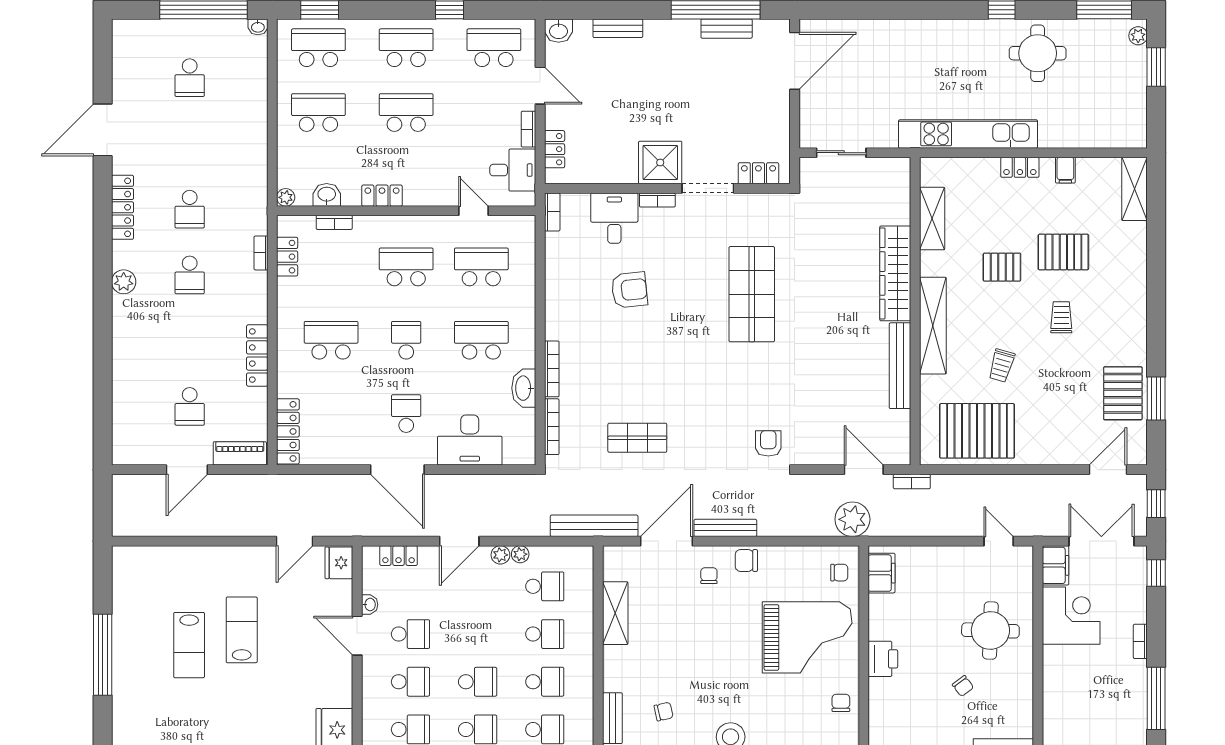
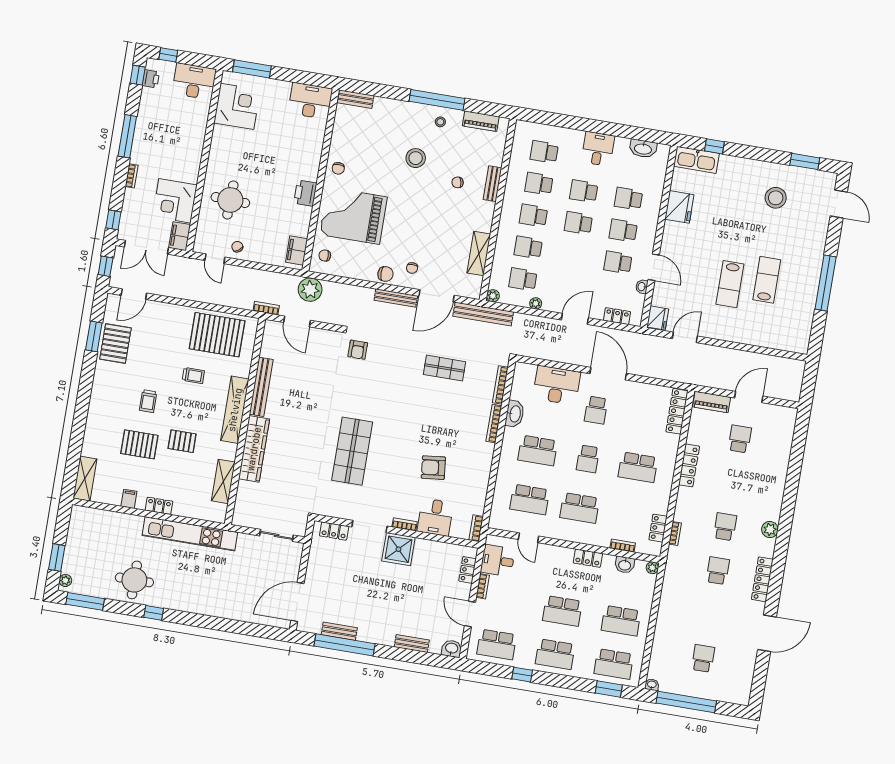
trolley: (1002, 366) -> (193, 376), turned 74
plant: (500, 555) -> (493, 296), moved
chair: (963, 686) -> (237, 247), moved

